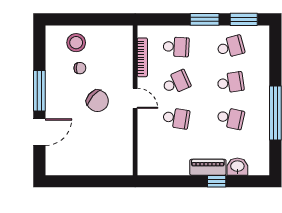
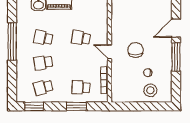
window: (205, 19) -> (76, 106), moved
school desk: (176, 83) -> (81, 63), removed
chair: (97, 101) -> (136, 50), turned 49

